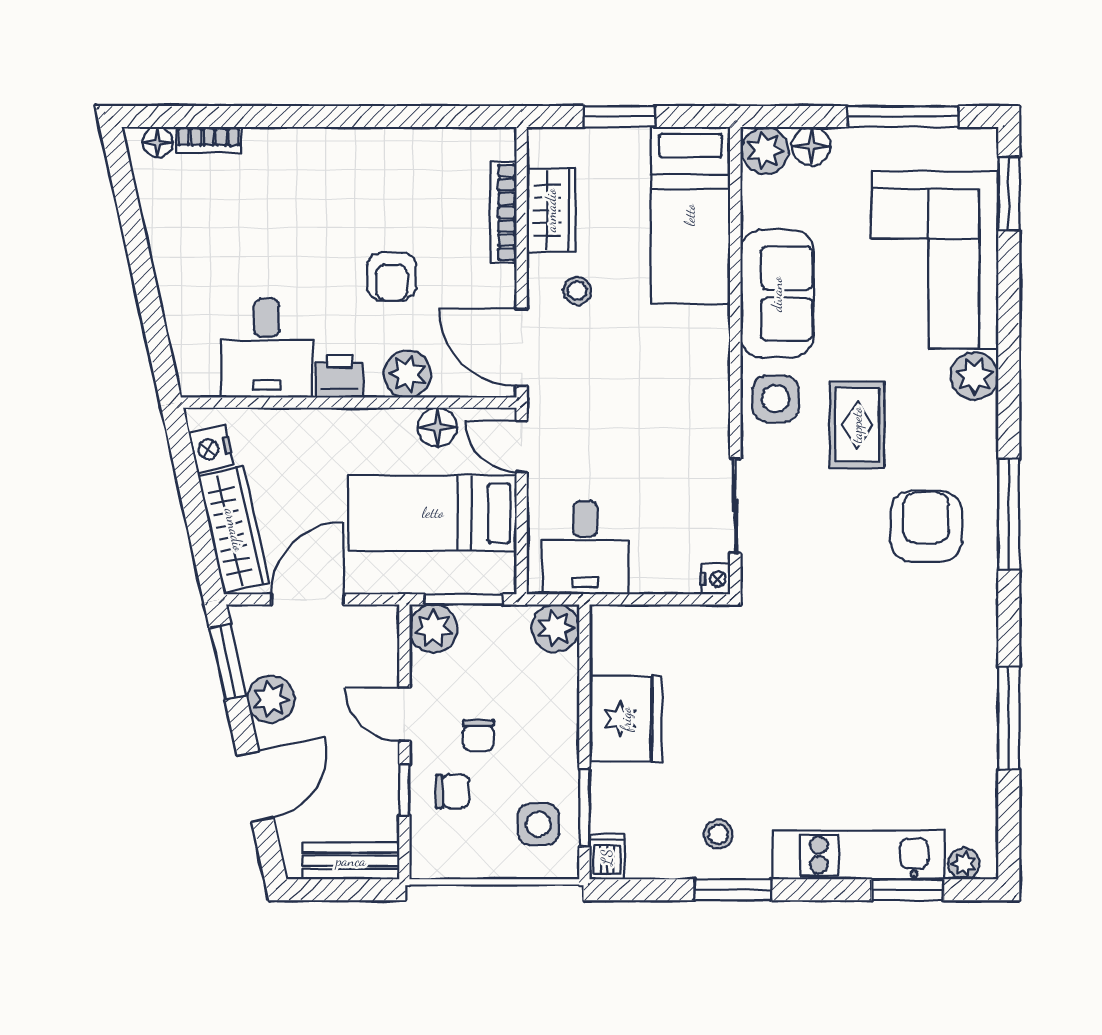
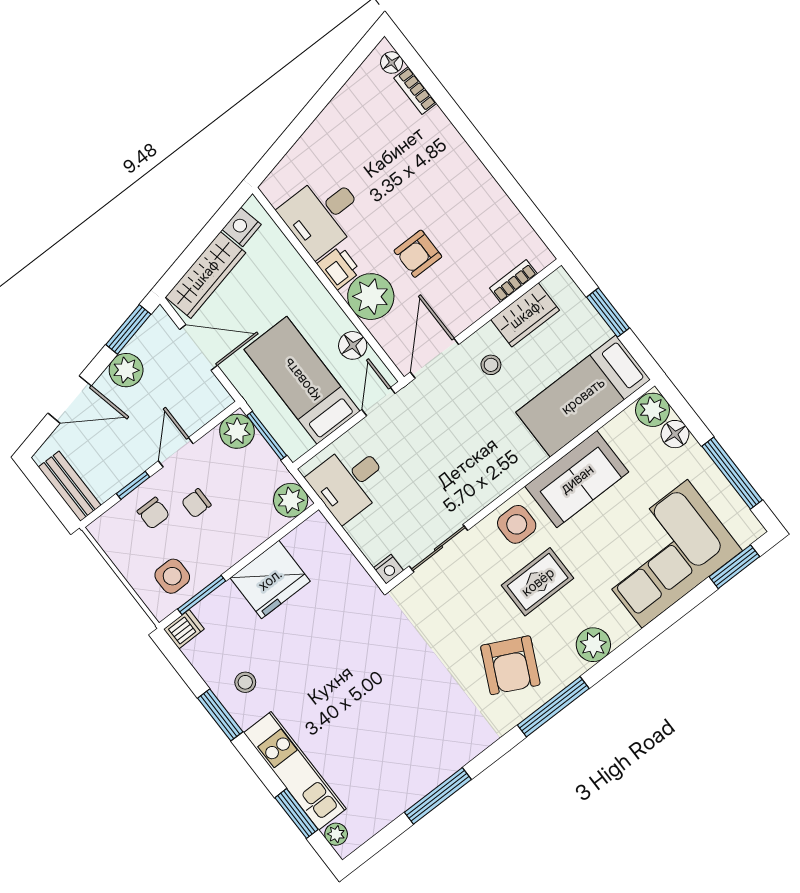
bookcase: (504, 212) -> (513, 281), width x0.64
plant: (407, 374) -> (371, 297), width x1.36, depth x1.36
plant: (974, 376) -> (593, 645), moved
armchair: (926, 526) -> (510, 665), turned 116

